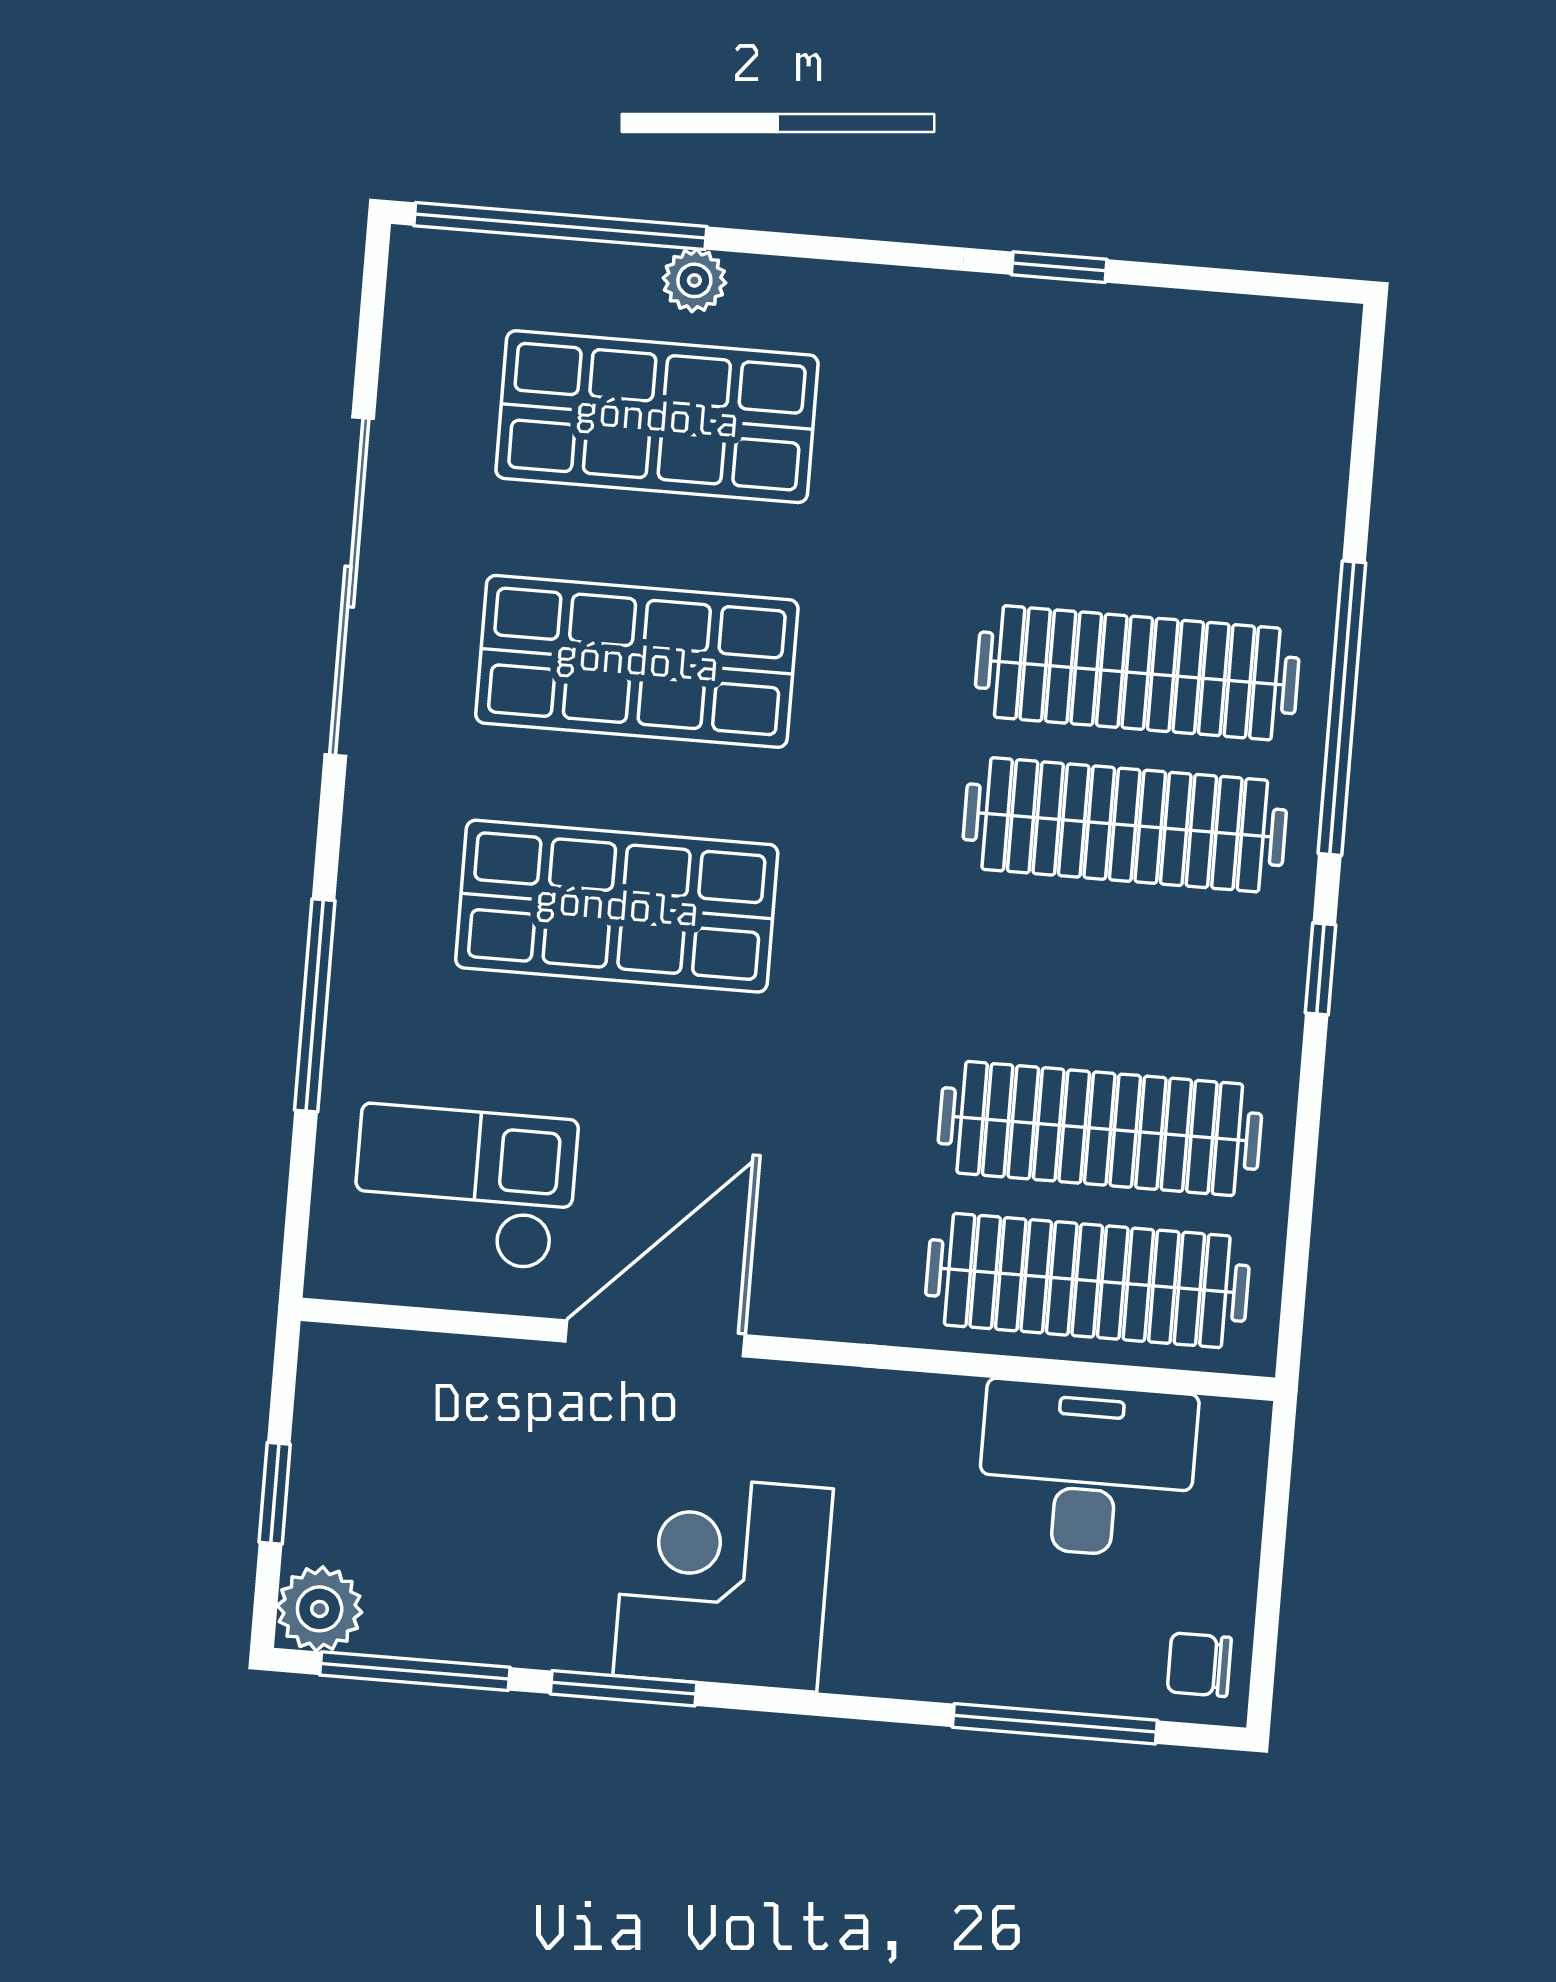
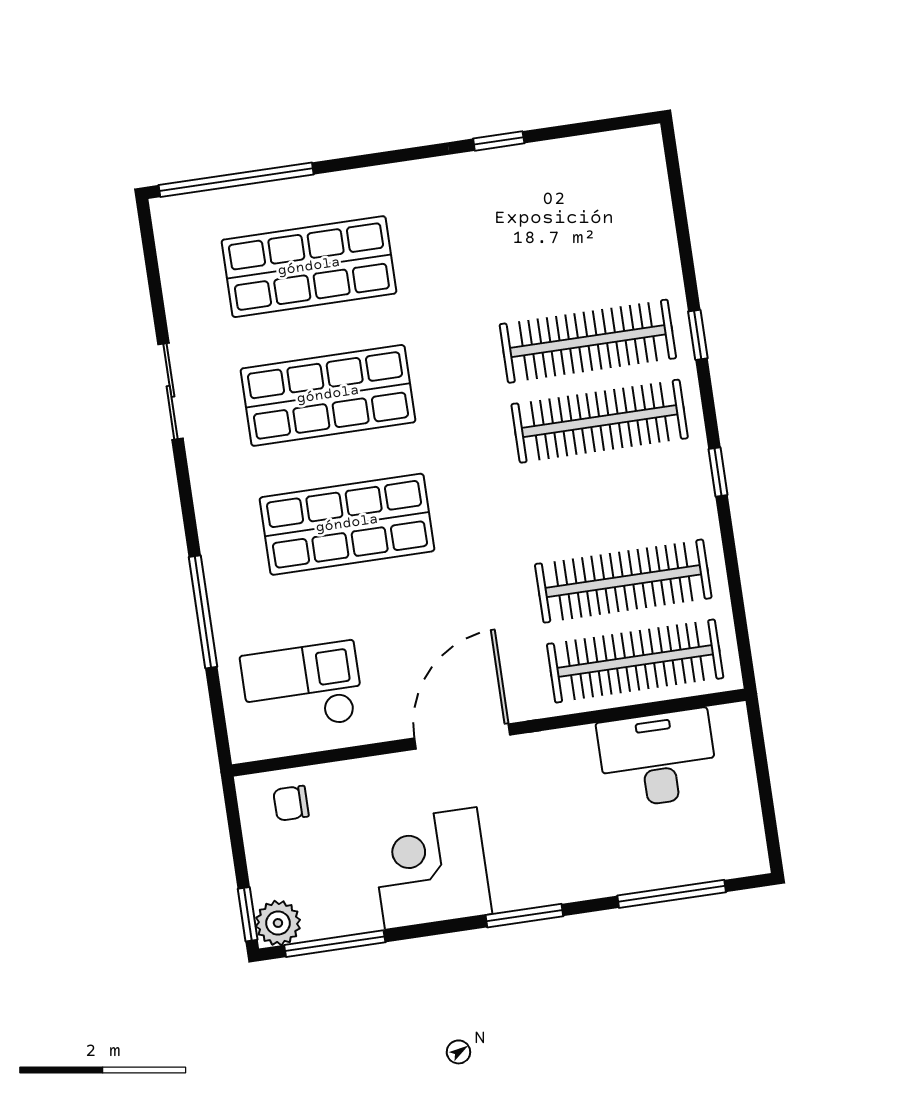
plant: (694, 280) -> (312, 192), removed
sliding door: (349, 587) -> (170, 391), width x0.54
window: (1342, 708) -> (698, 335), width x0.32
door: (655, 1338) -> (462, 736), moved
window: (275, 1493) -> (248, 914), moved
corner desk: (723, 1582) -> (431, 868), moved
chair: (1199, 1665) -> (291, 803), moved
window: (624, 1688) -> (524, 916), moved

